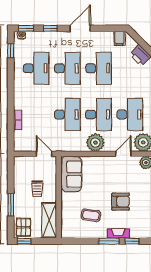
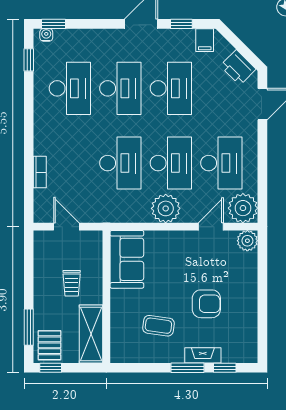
window: (50, 28) -> (181, 24), moved
door: (44, 154) -> (66, 227), moved
window: (11, 205) -> (29, 327), moved

